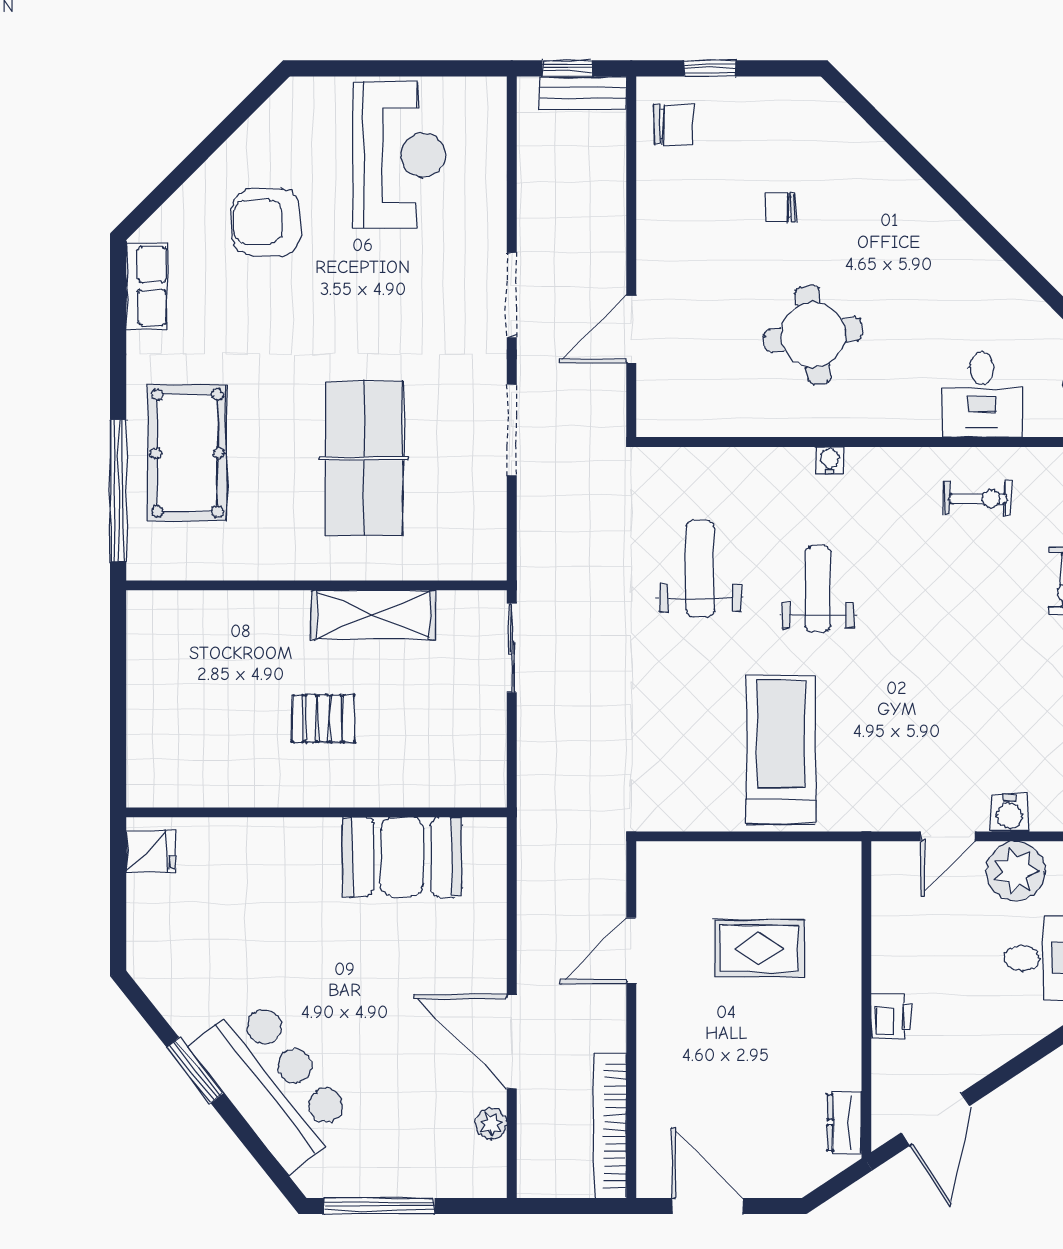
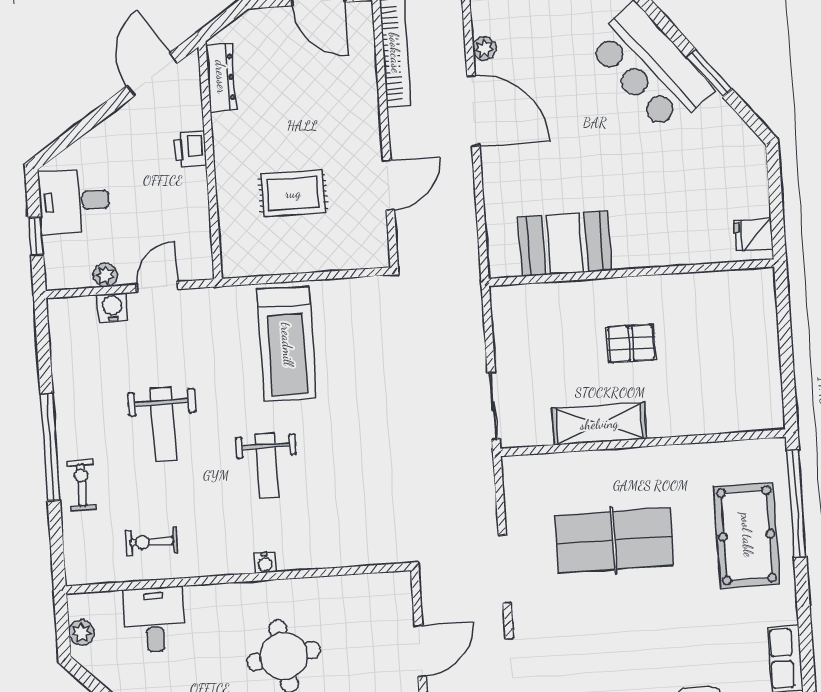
table tennis table: (364, 458) -> (614, 540), turned 90
weight bench: (700, 568) -> (163, 424), moved
plant: (1016, 871) -> (105, 275), width x0.53, depth x0.53
dresser: (844, 1122) -> (221, 77), width x1.44

